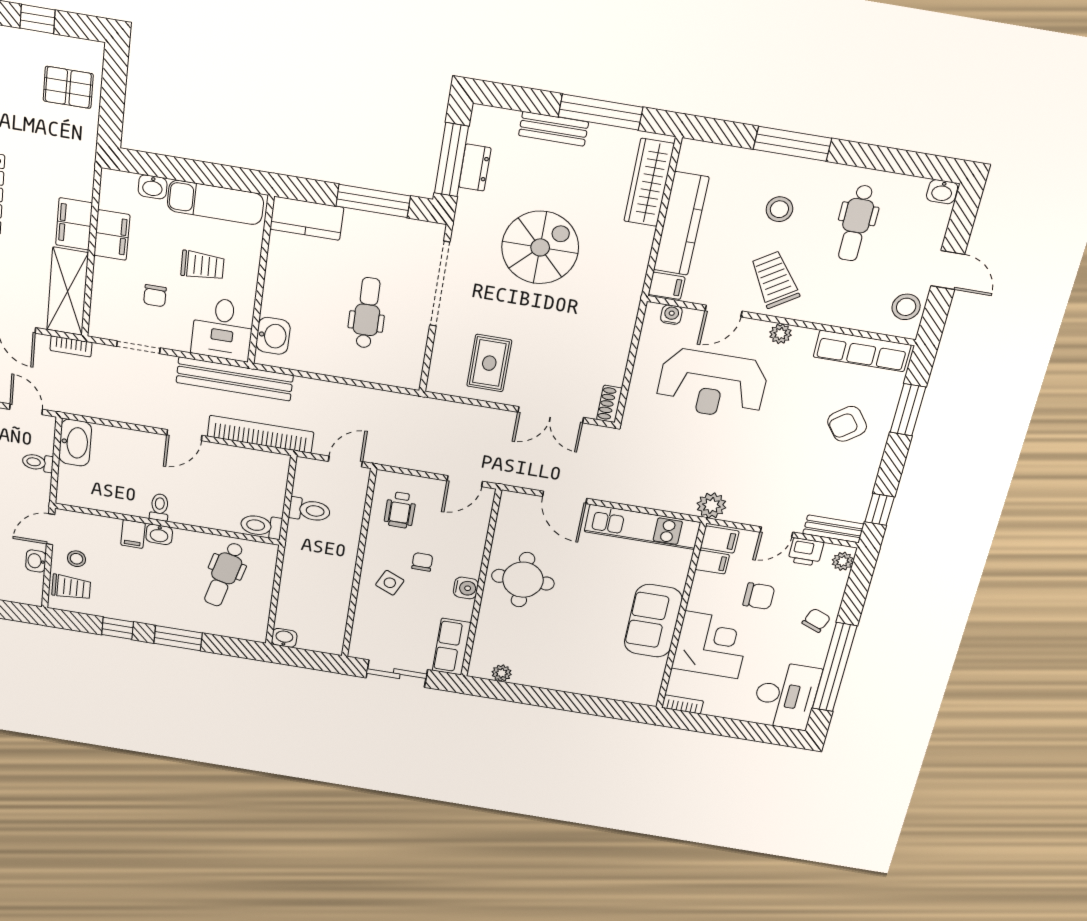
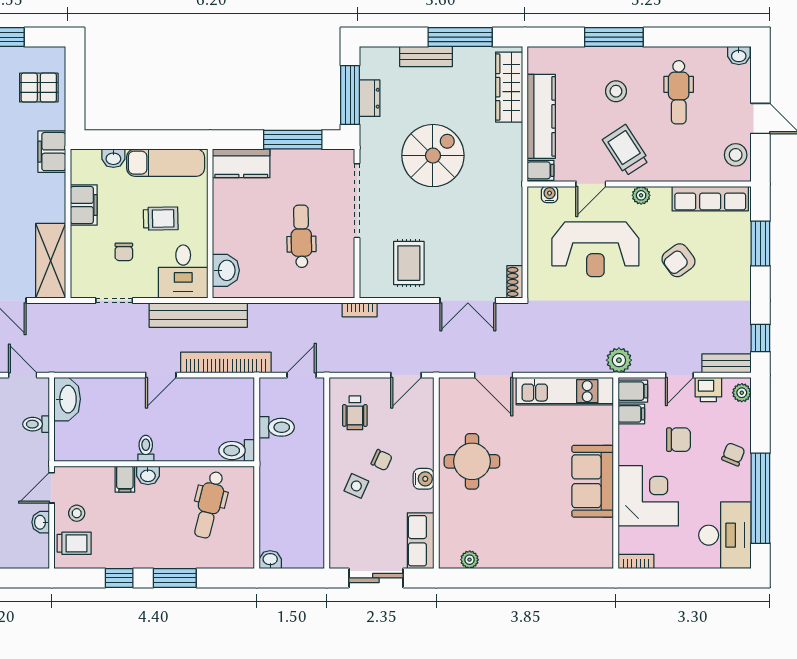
filing cabinet: (74, 224) -> (52, 152), moved
bookcase: (71, 346) -> (360, 310), moved
armchair: (847, 424) -> (678, 260), moved
chair: (422, 562) -> (382, 460), turned 115

